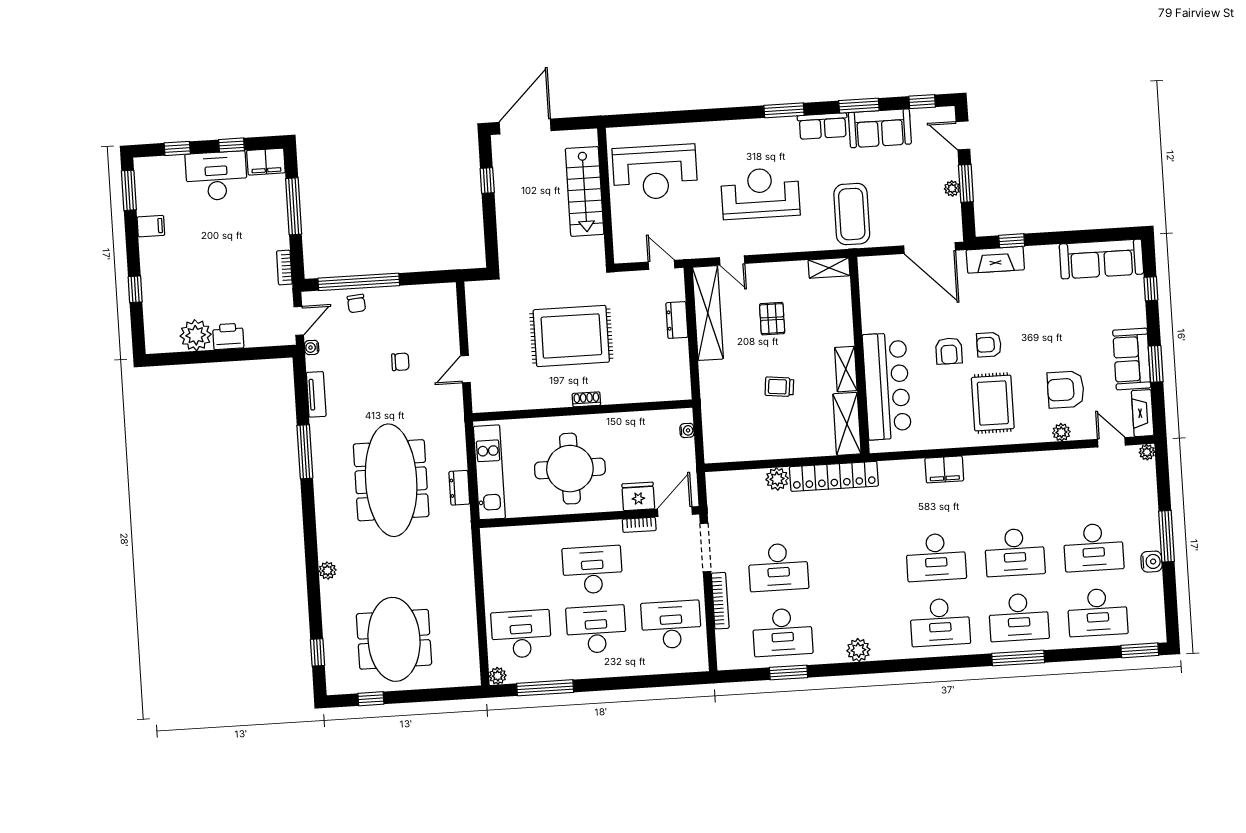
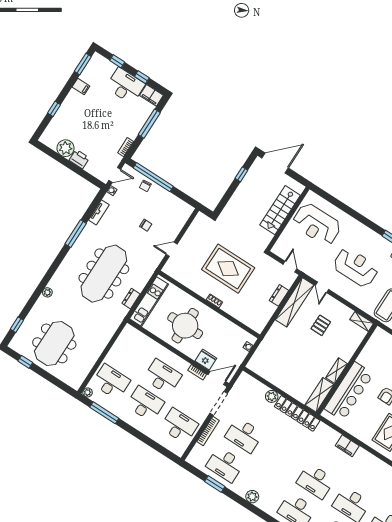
trolley: (779, 387) -> (302, 357), removed

